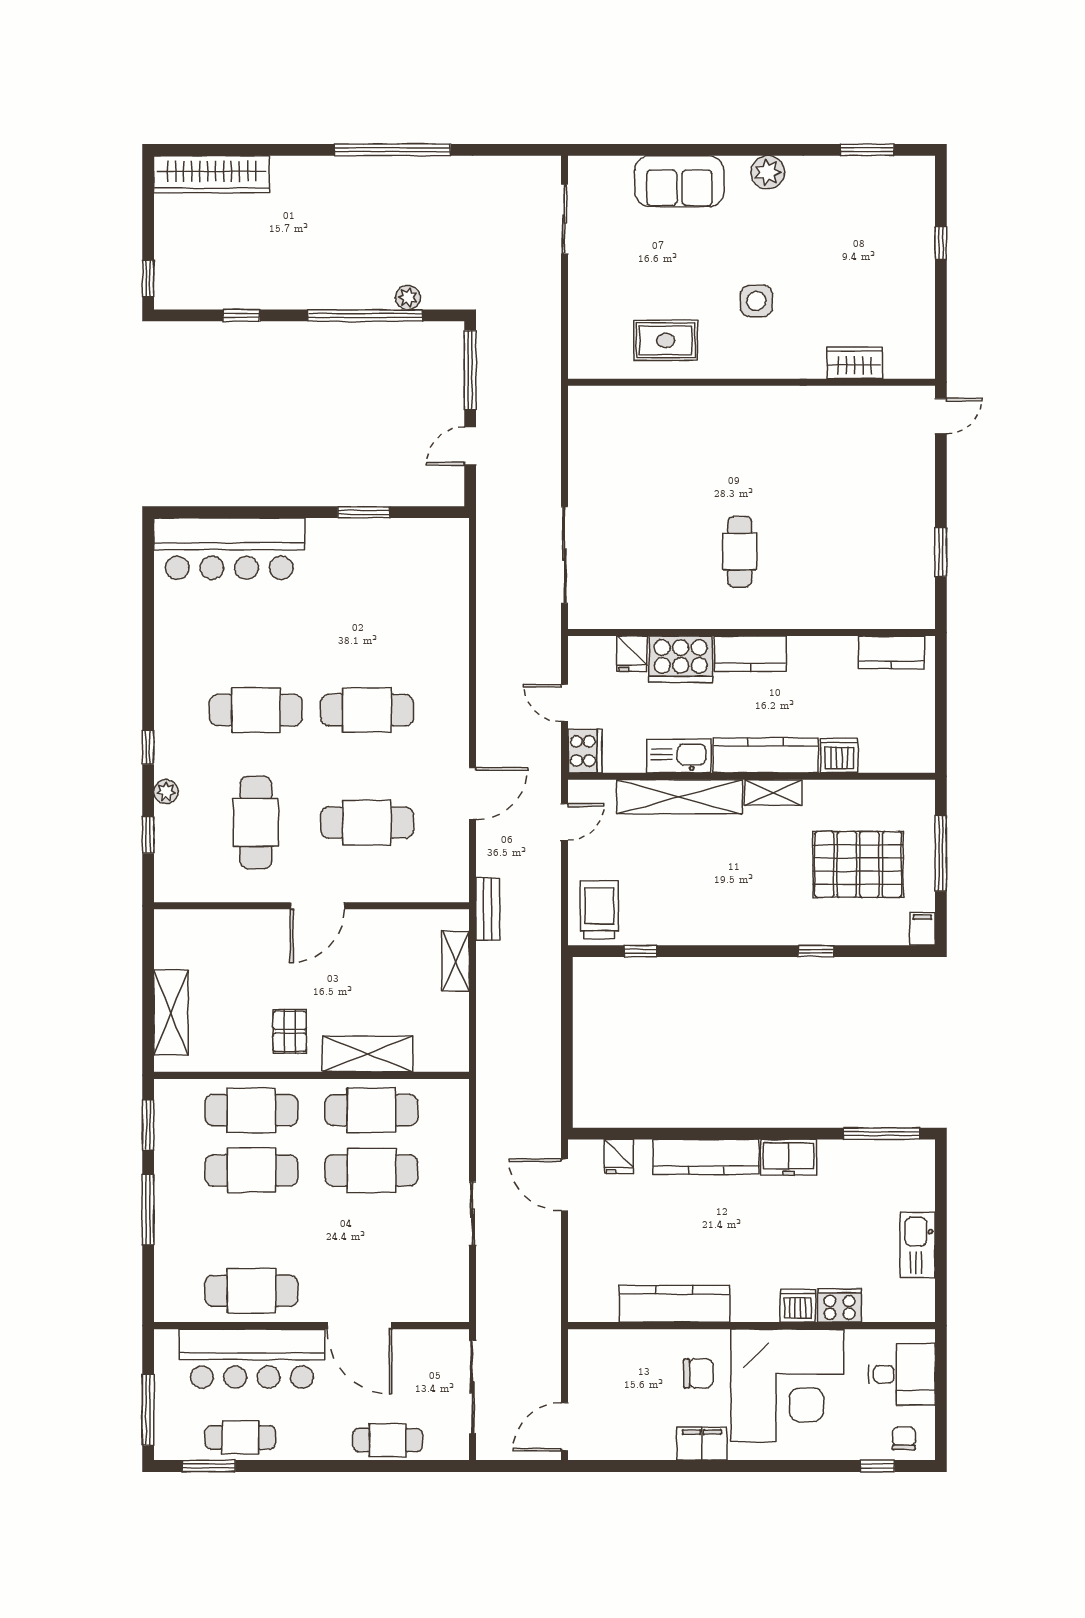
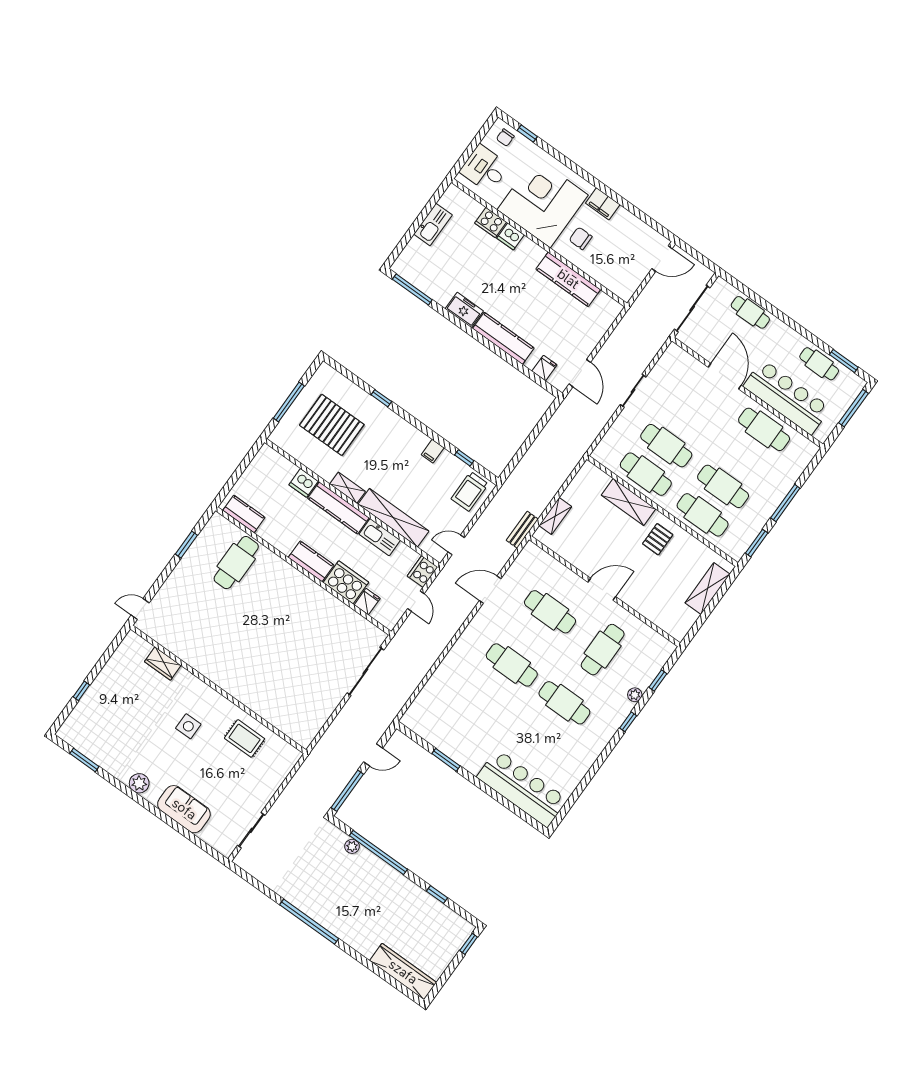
cafe table: (740, 552) -> (236, 563), moved, width x1.37, depth x1.35
filing cabinet: (923, 929) -> (433, 451), moved

